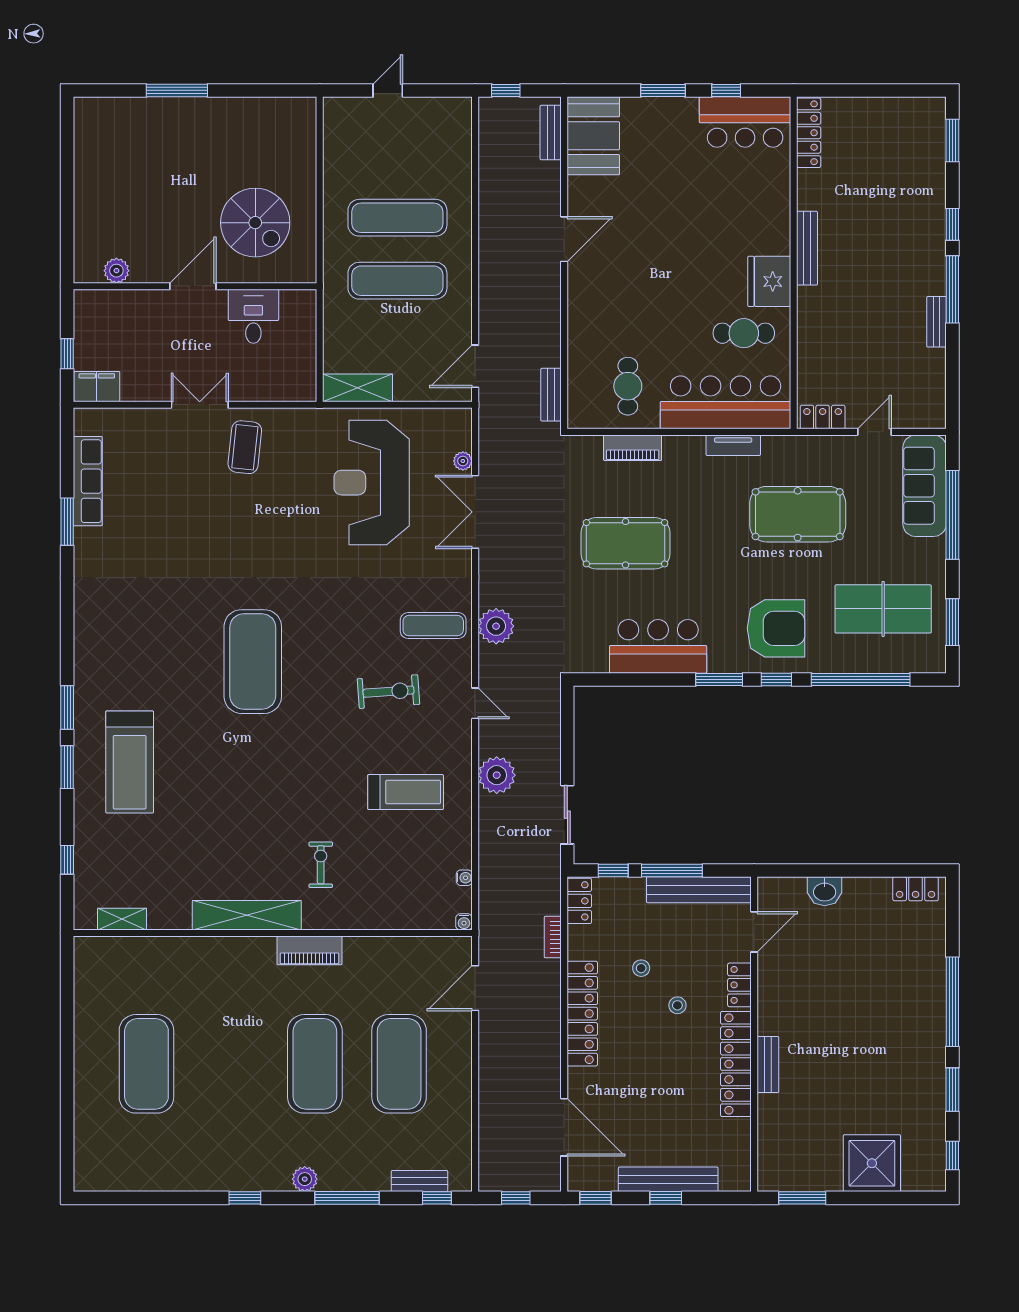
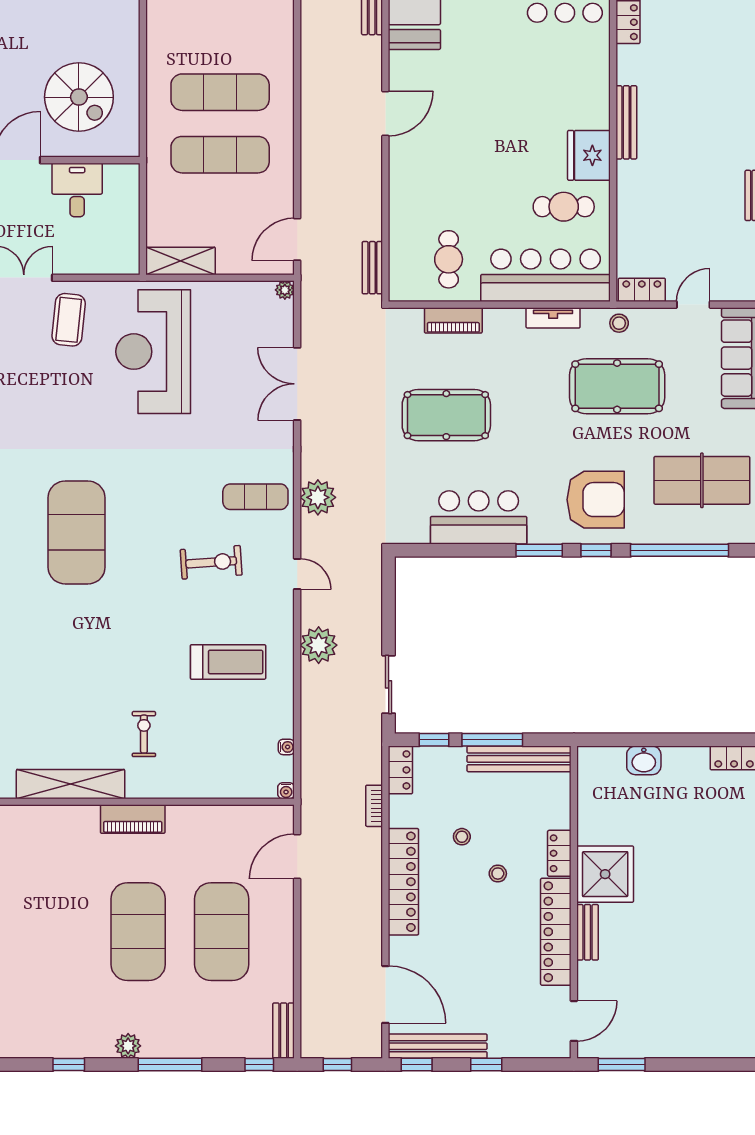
stool: (800, 451) -> (619, 323), added
plant: (463, 461) -> (285, 290), moved
reception desk: (372, 483) -> (153, 352), moved
door: (754, 932) -> (574, 1021), moved
shower: (872, 1163) -> (605, 874), moved
bench: (668, 1179) -> (438, 1046), moved
bench: (419, 1181) -> (284, 1031), moved, turned 90

